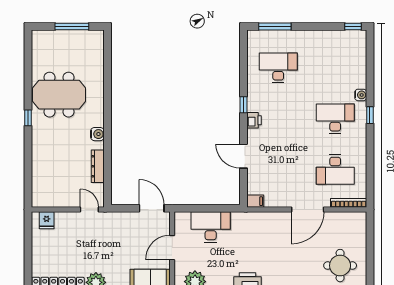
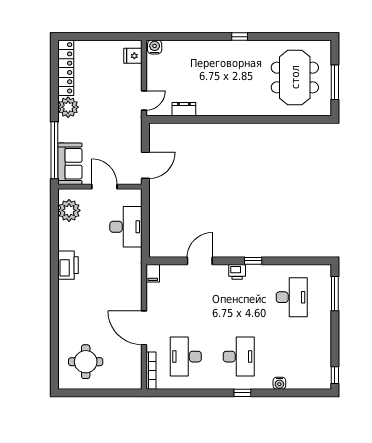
meeting table: (59, 95) -> (295, 77), moved
water cooler: (361, 95) -> (279, 383), moved
water cooler: (97, 134) -> (155, 47), moved, turned 180
dresser: (98, 166) -> (184, 109), width x0.70

